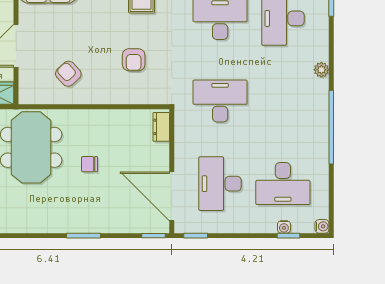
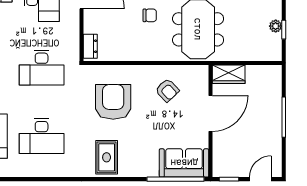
armchair: (134, 60) -> (113, 102), width x1.88, depth x1.88

